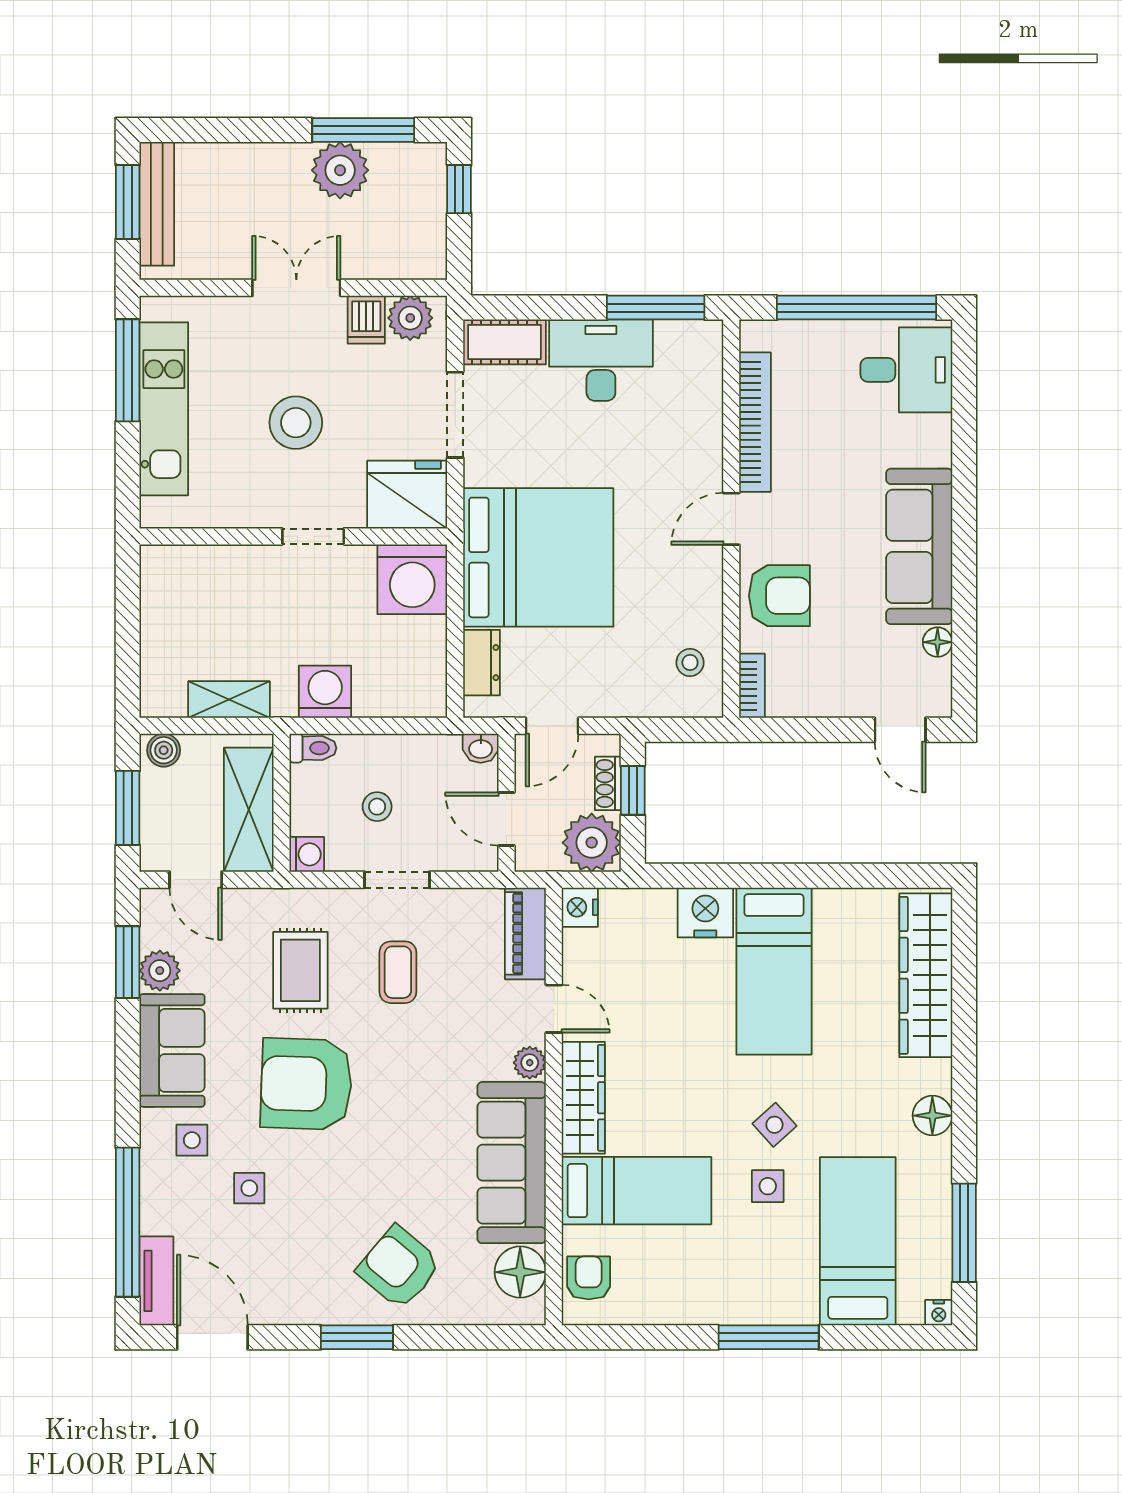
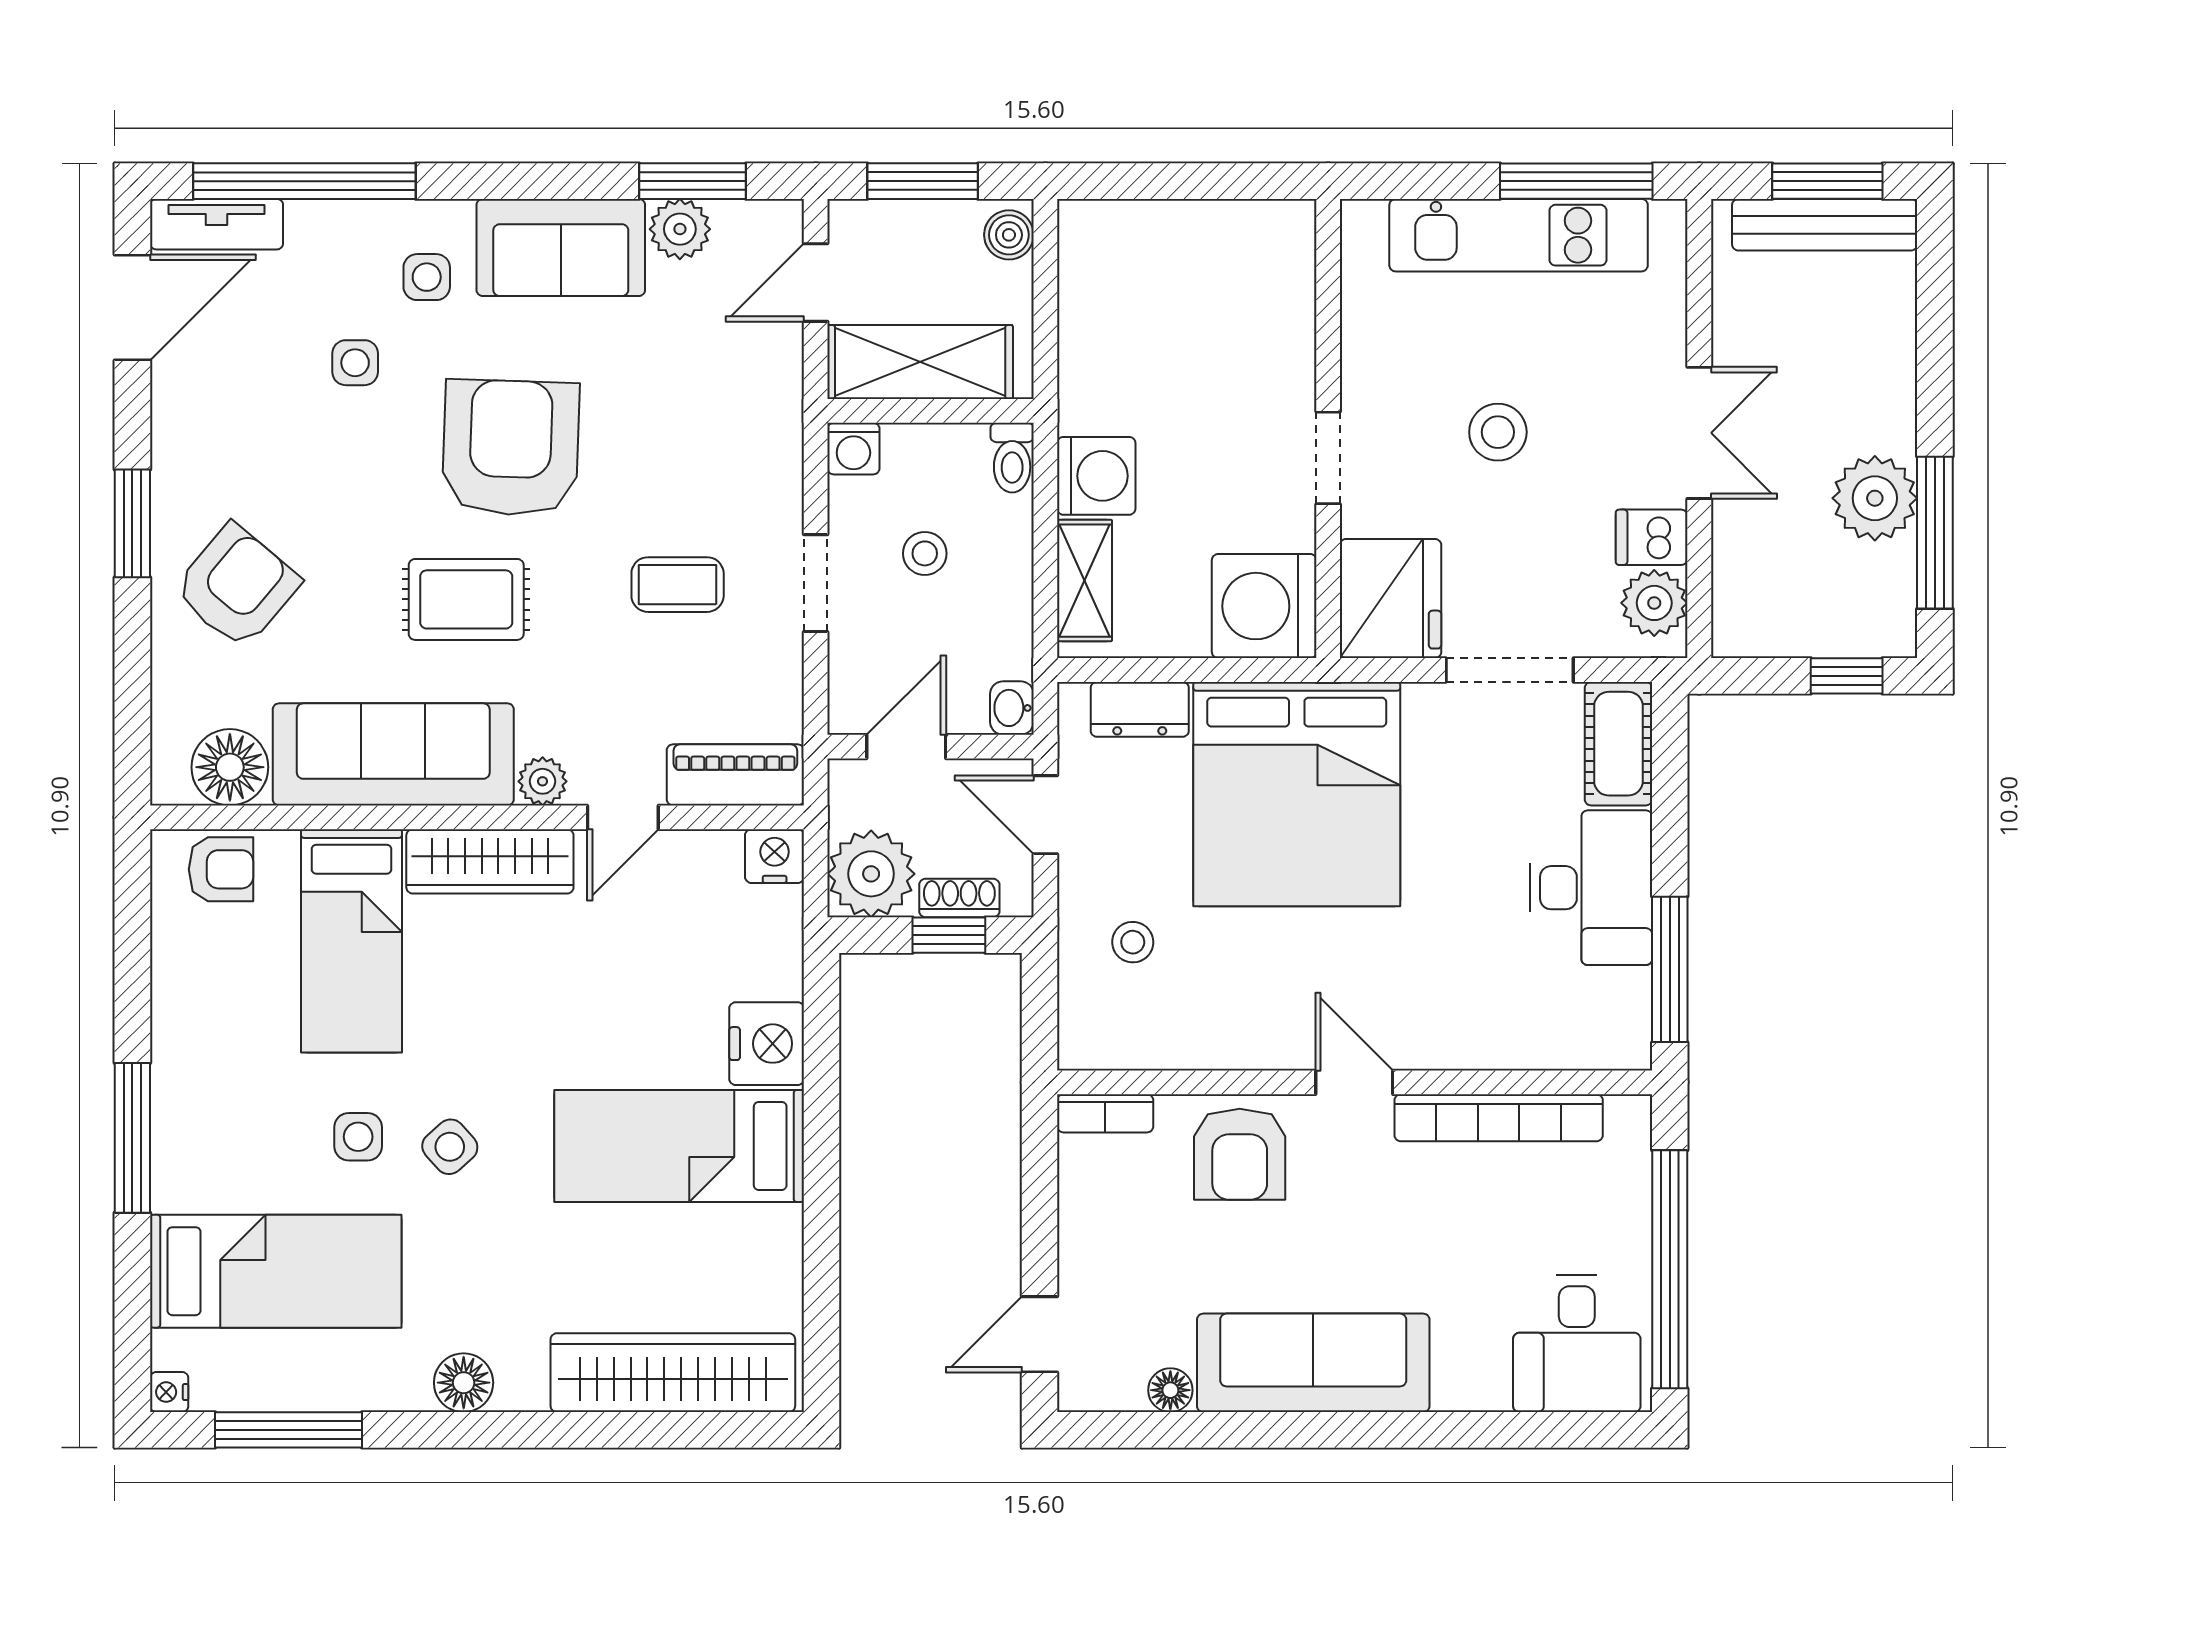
stool: (296, 423) -> (1498, 432), width x0.73, depth x0.73
stool: (690, 662) -> (1133, 942), moved
shelving: (229, 700) -> (1085, 581), moved
rug: (300, 970) -> (466, 599), moved

